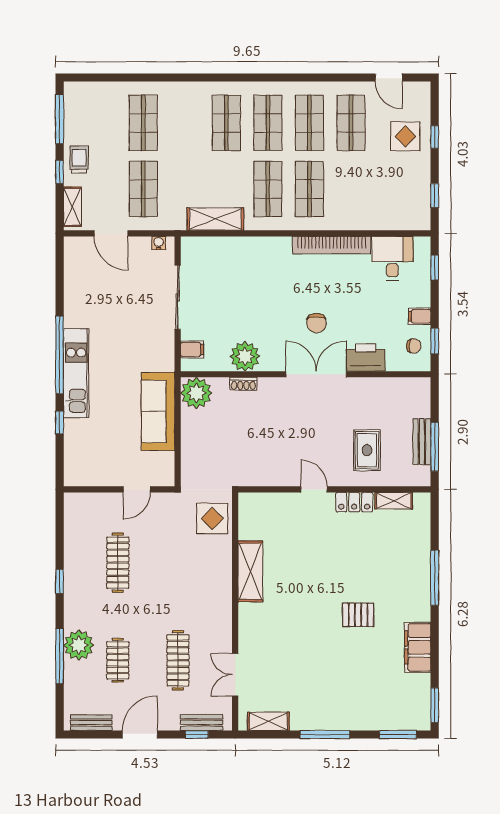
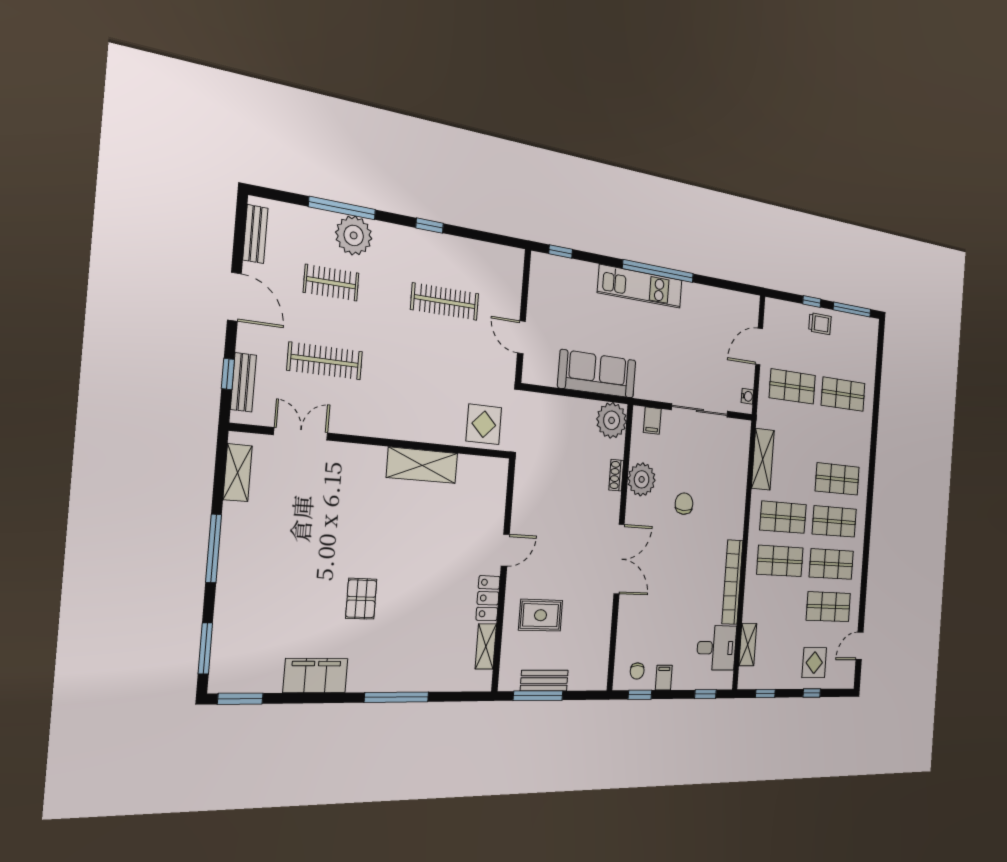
shelving: (72, 207) -> (748, 645), moved, turned 90
chair: (316, 323) -> (684, 504), moved, turned 90
printer: (366, 357) -> (631, 616), removed
window: (60, 423) -> (561, 252), moved

